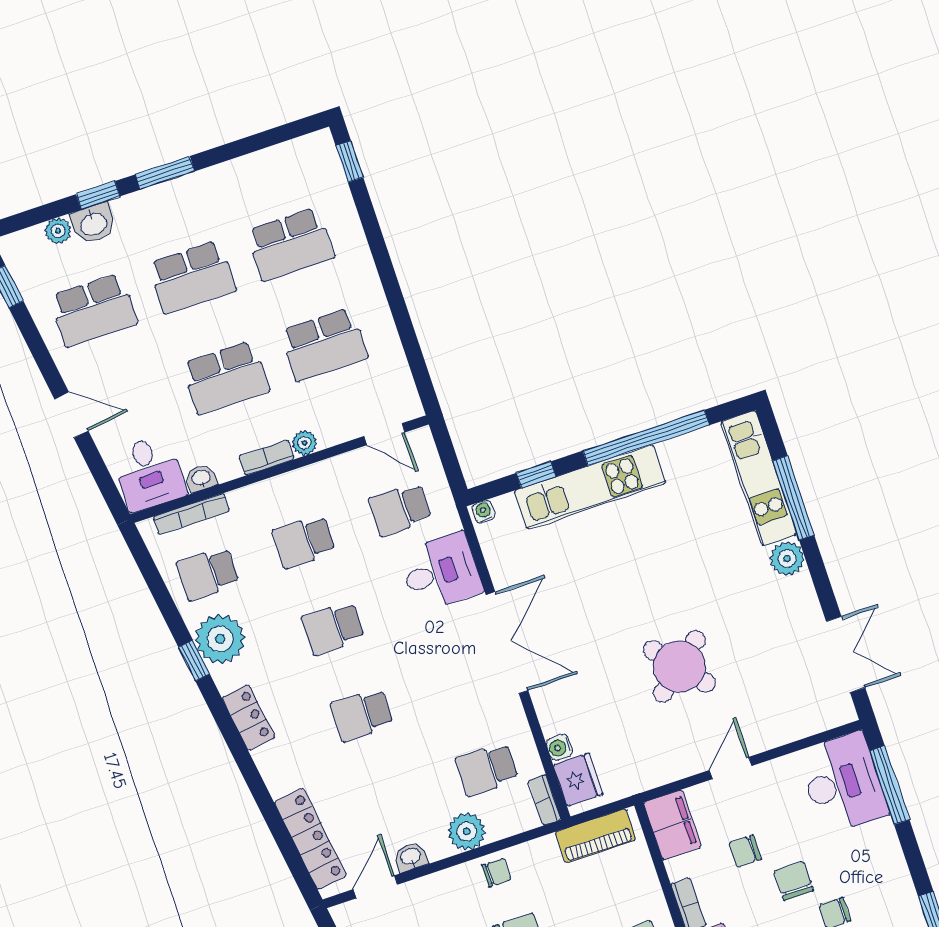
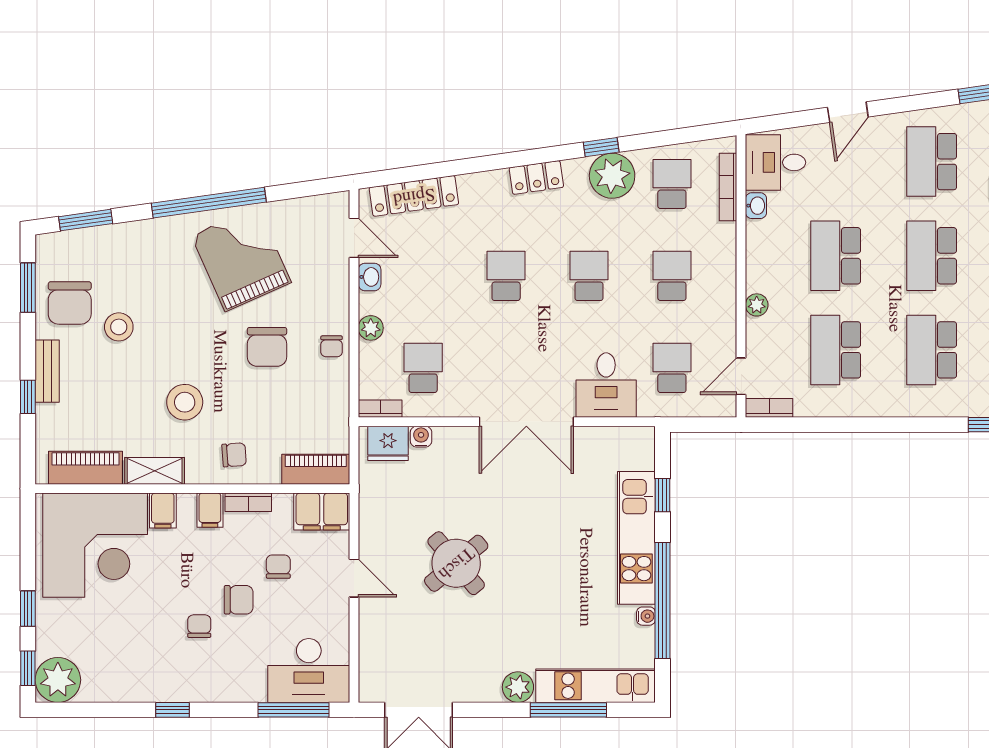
bookcase: (266, 458) -> (769, 408), moved, turned -90
water cooler: (484, 511) -> (646, 616), moved
plant: (467, 831) -> (371, 328), width x0.73, depth x0.73
piano: (595, 836) -> (316, 469), moved, turned 90

